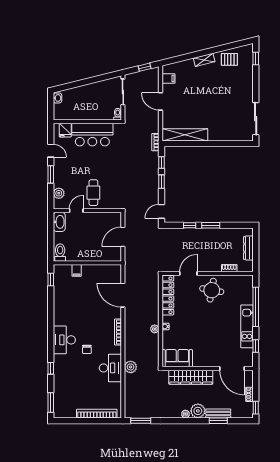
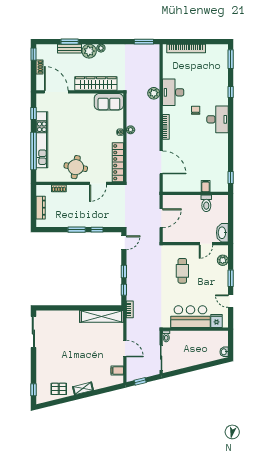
cafe table: (93, 193) -> (182, 271), moved
toilet: (60, 253) -> (206, 203), moved
kitchen unit: (247, 326) -> (42, 140), width x1.36

